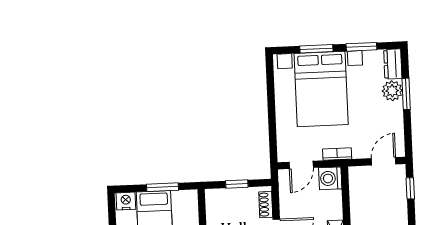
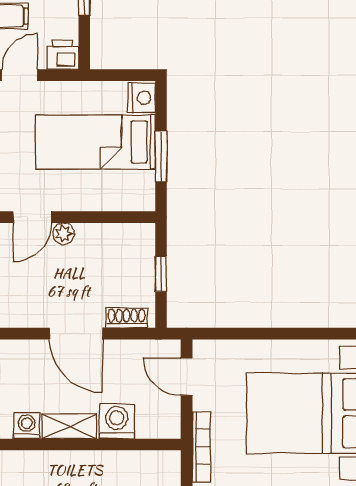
bookcase: (337, 154) -> (201, 447), width x1.56
washing machine: (330, 178) -> (117, 421), moved

